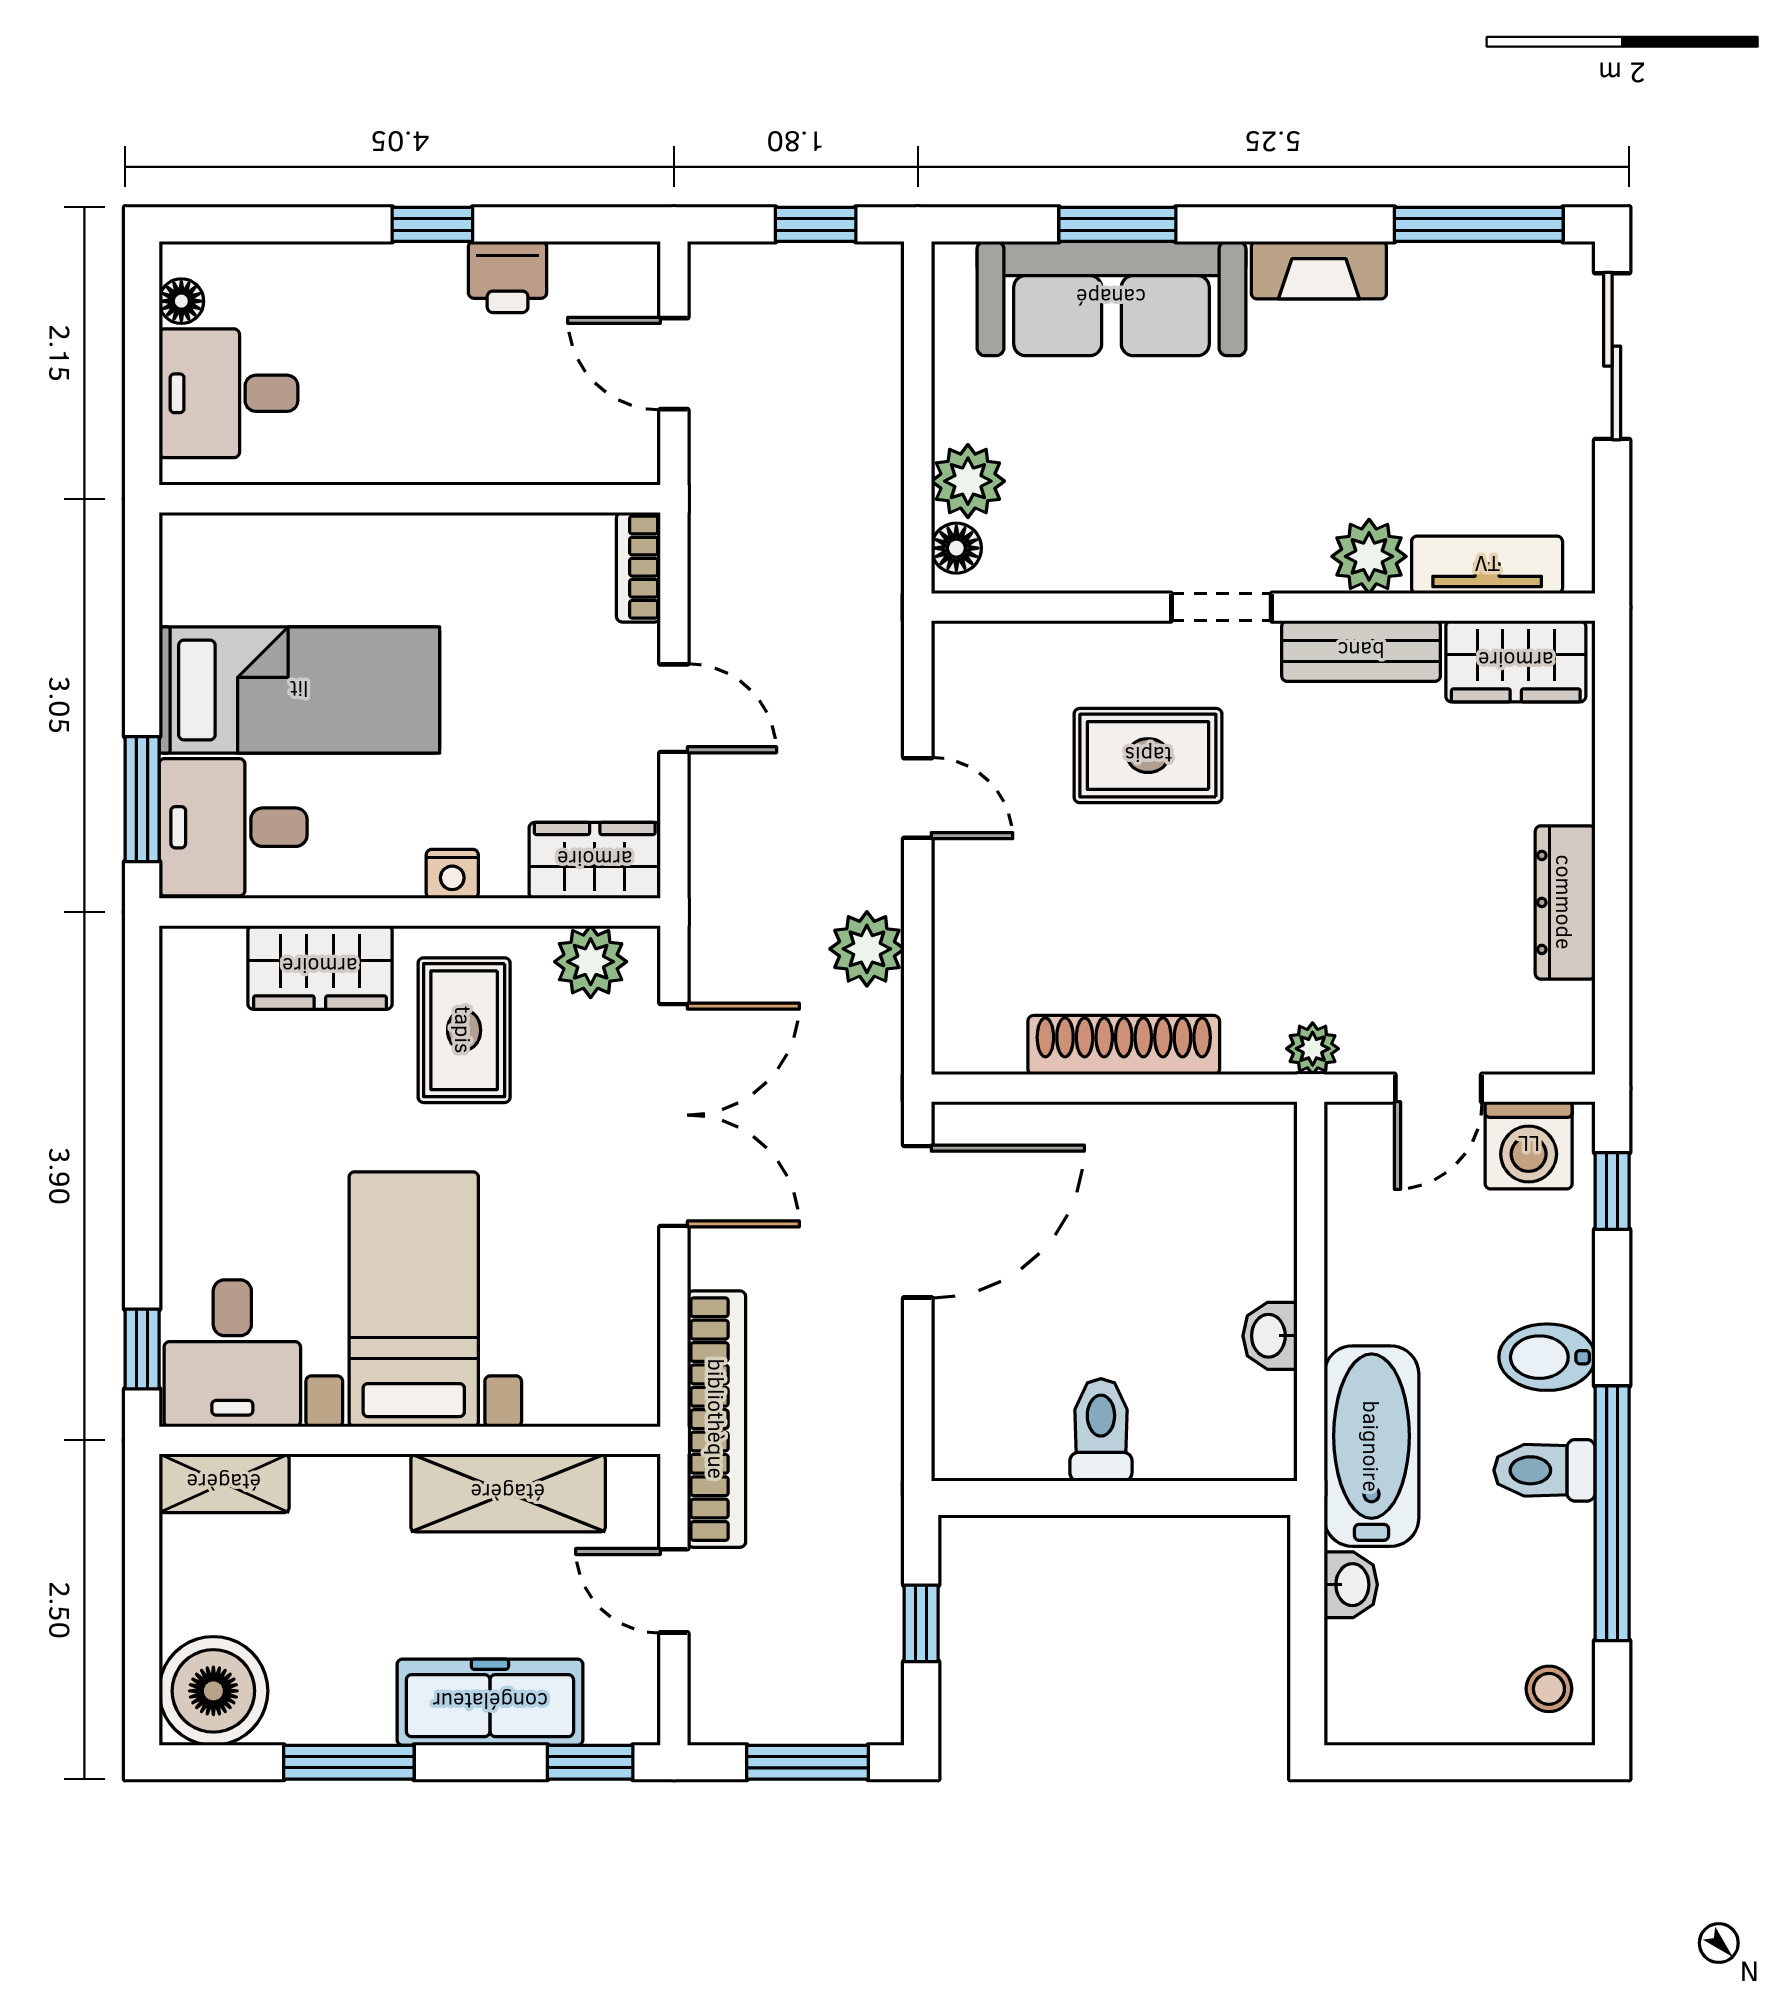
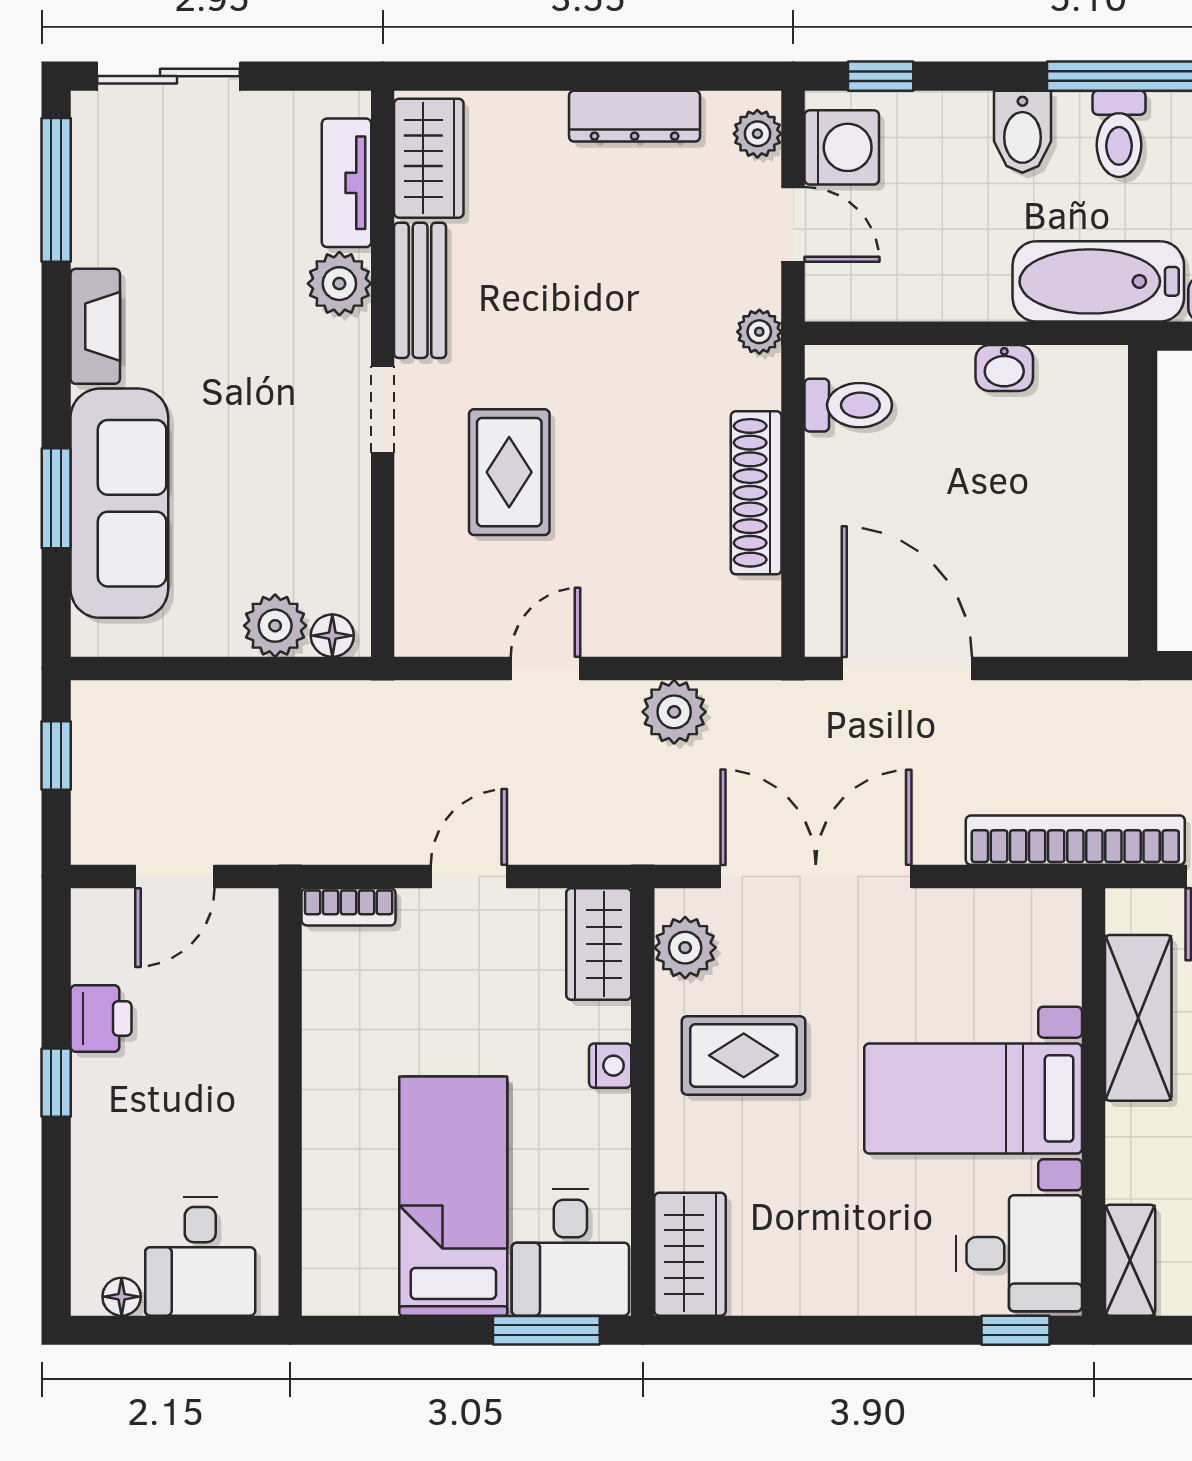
wardrobe: (320, 967) -> (690, 1254), moved
plant: (1545, 1047) -> (757, 134), added
toilet: (1101, 1430) -> (848, 405), moved, turned 180

